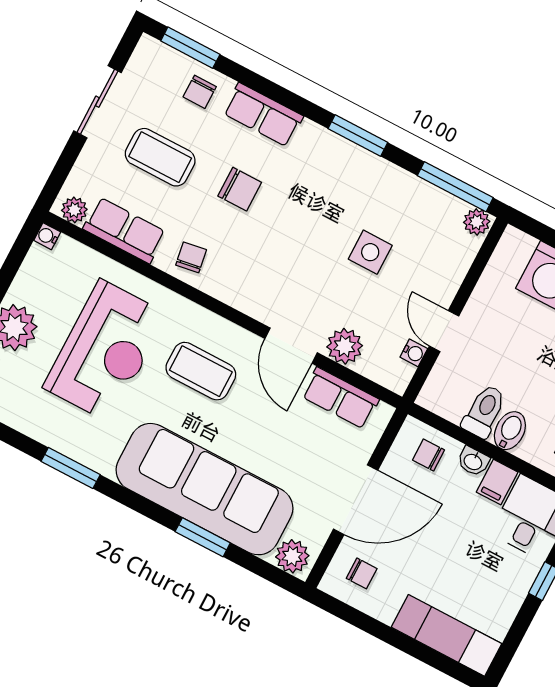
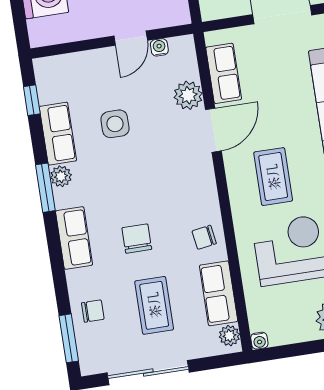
sliding door: (97, 102) -> (148, 373), width x1.37
row of seats: (263, 115) -> (74, 238), moved
window: (455, 187) -> (32, 100), width x0.46
row of seats: (403, 188) -> (58, 134), added
plant: (477, 222) -> (61, 176), moved

